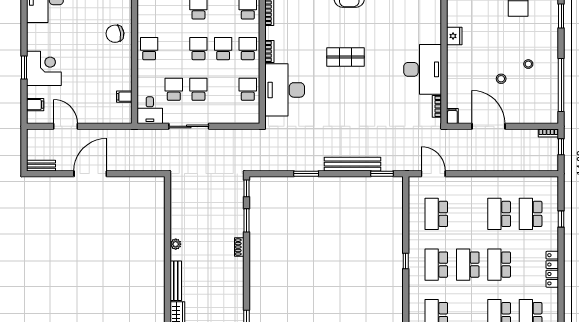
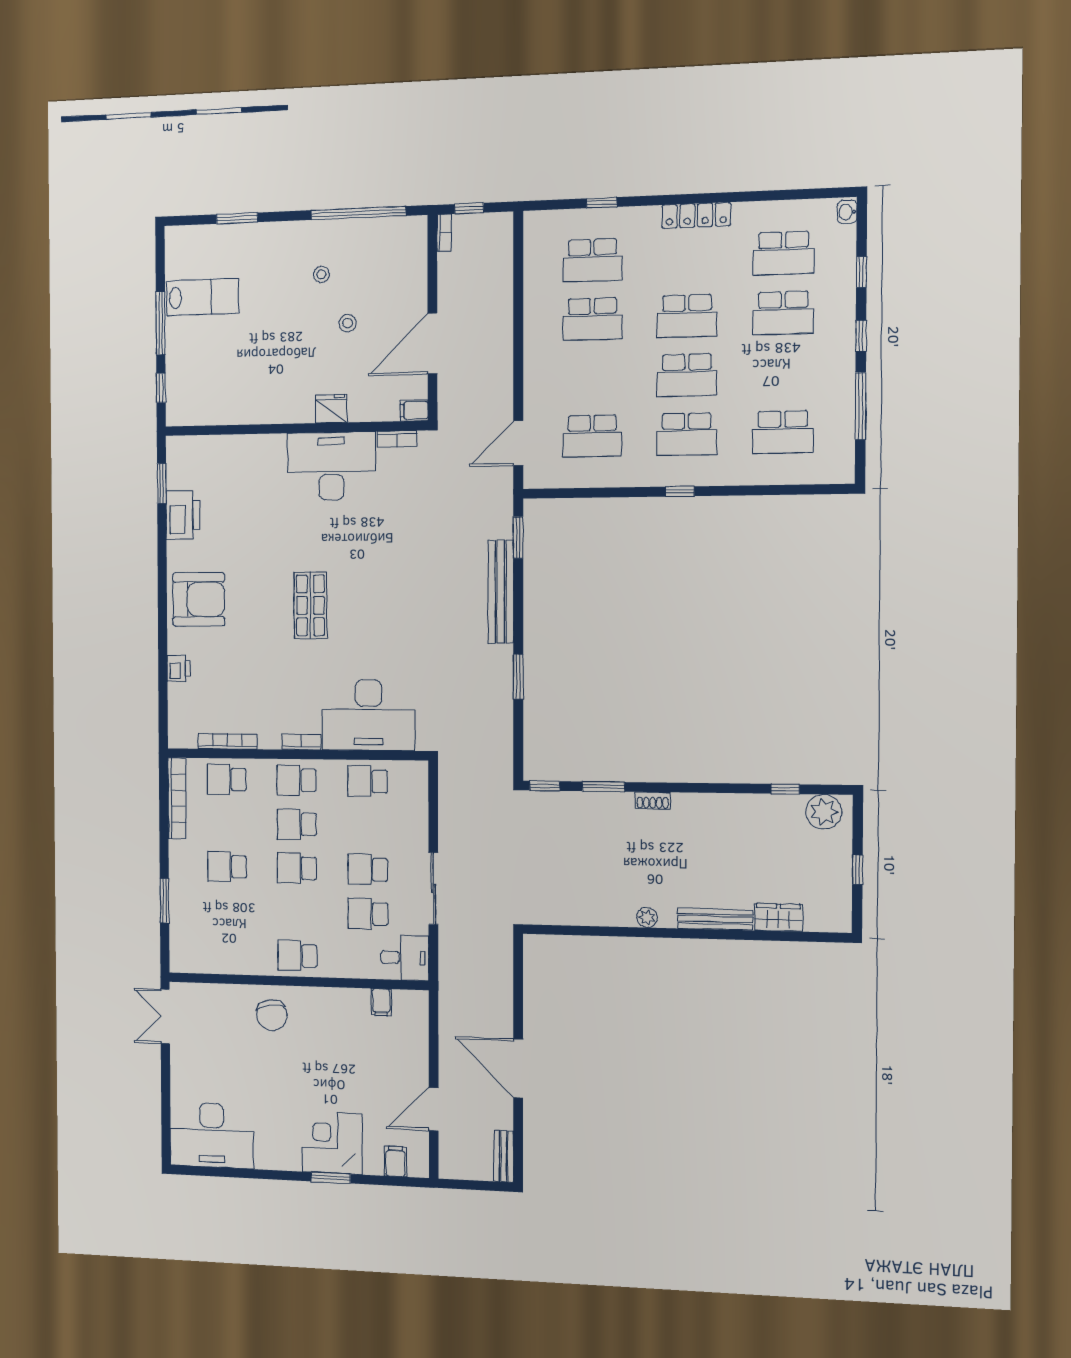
fridge: (454, 36) -> (331, 409), moved

